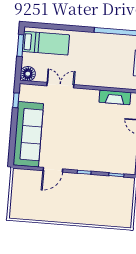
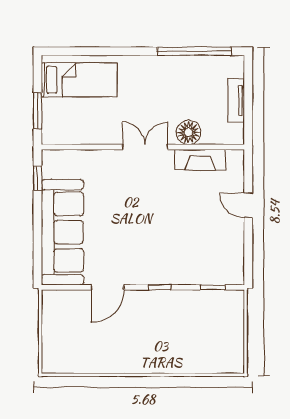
window: (20, 46) -> (38, 111), moved
floor lamp: (28, 74) -> (189, 132), moved
double door: (60, 85) -> (145, 147), moved

